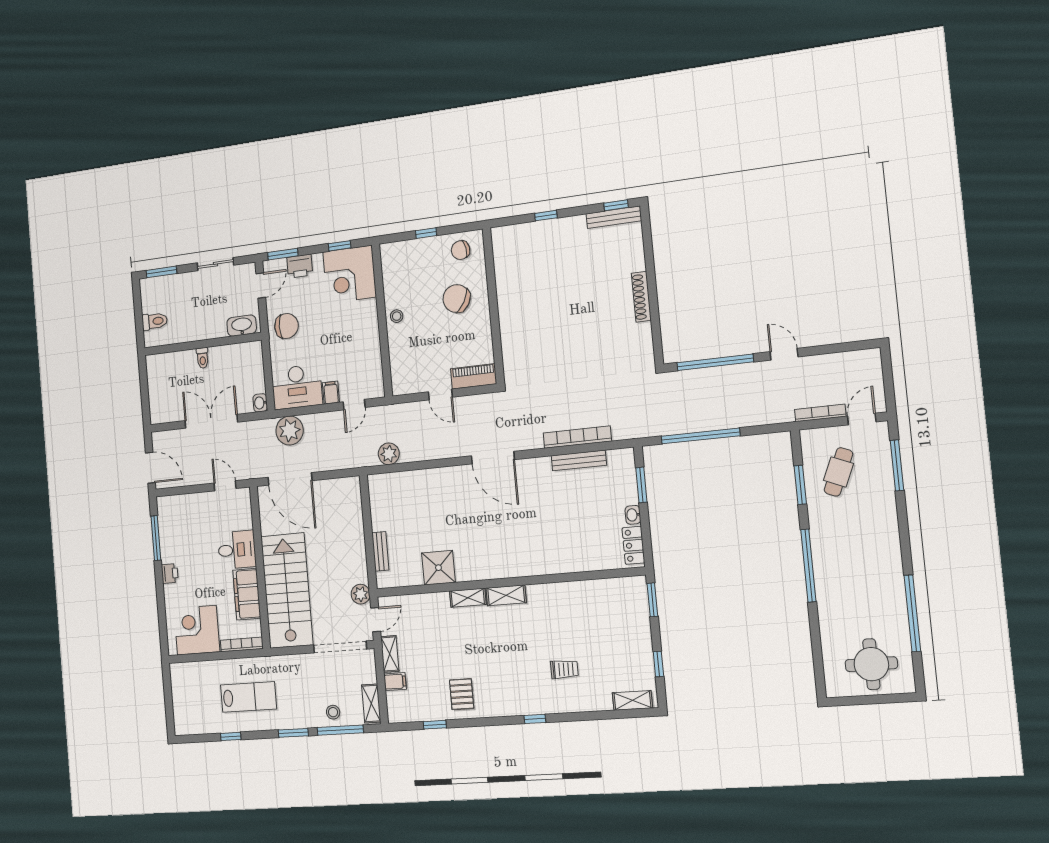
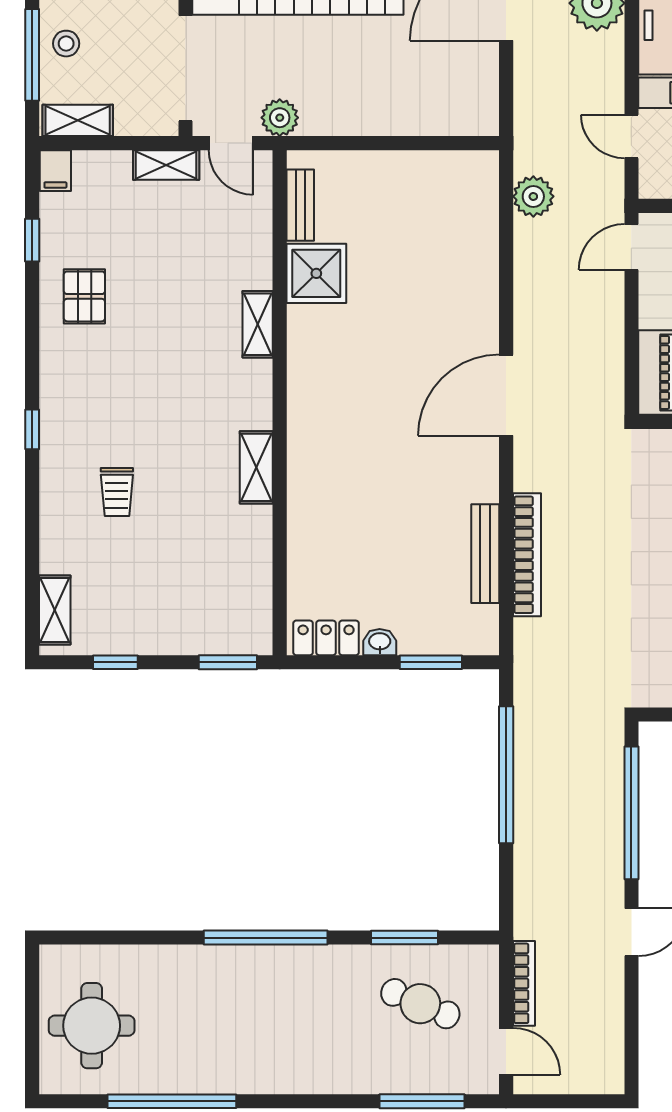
door: (440, 394) -> (631, 247), moved
bench: (380, 551) -> (300, 205), moved, turned 90
shelving: (506, 595) -> (256, 467), moved
filing cabinet: (395, 682) -> (55, 171), moved
pallet: (462, 694) -> (84, 296), turned 90

